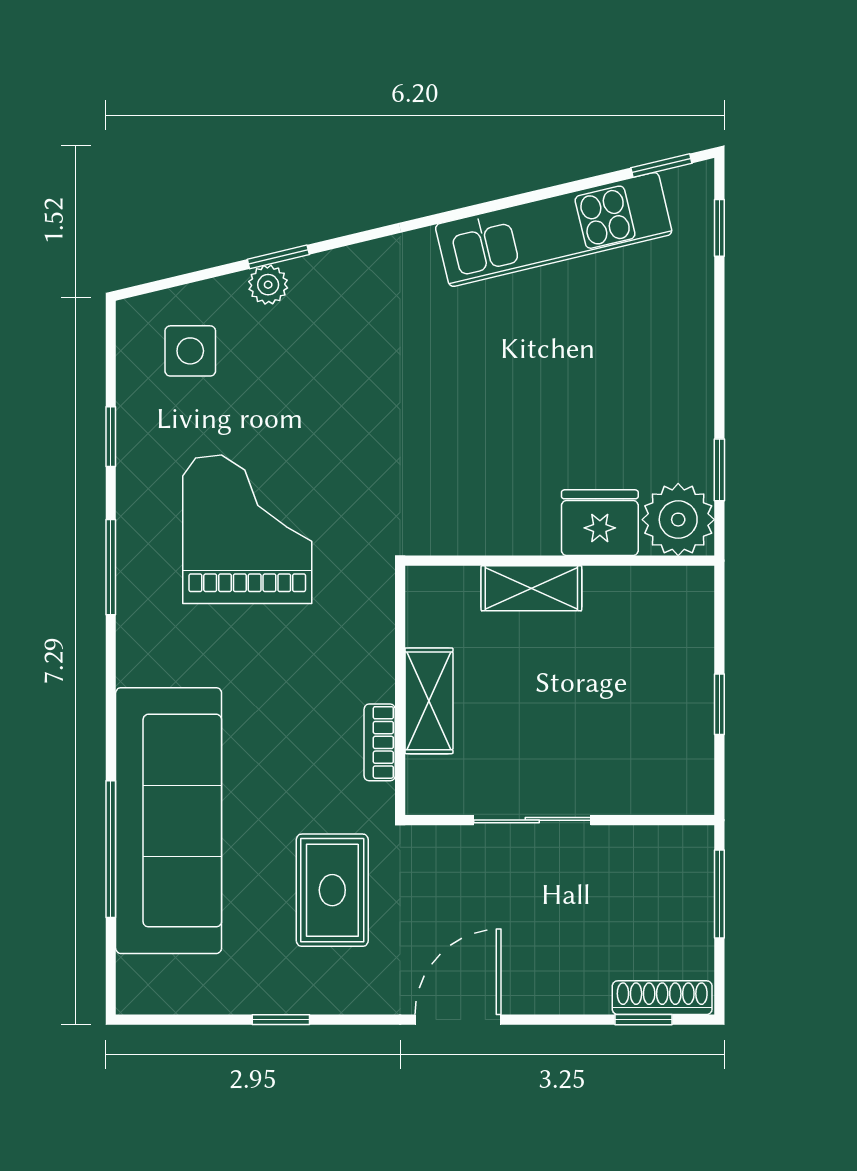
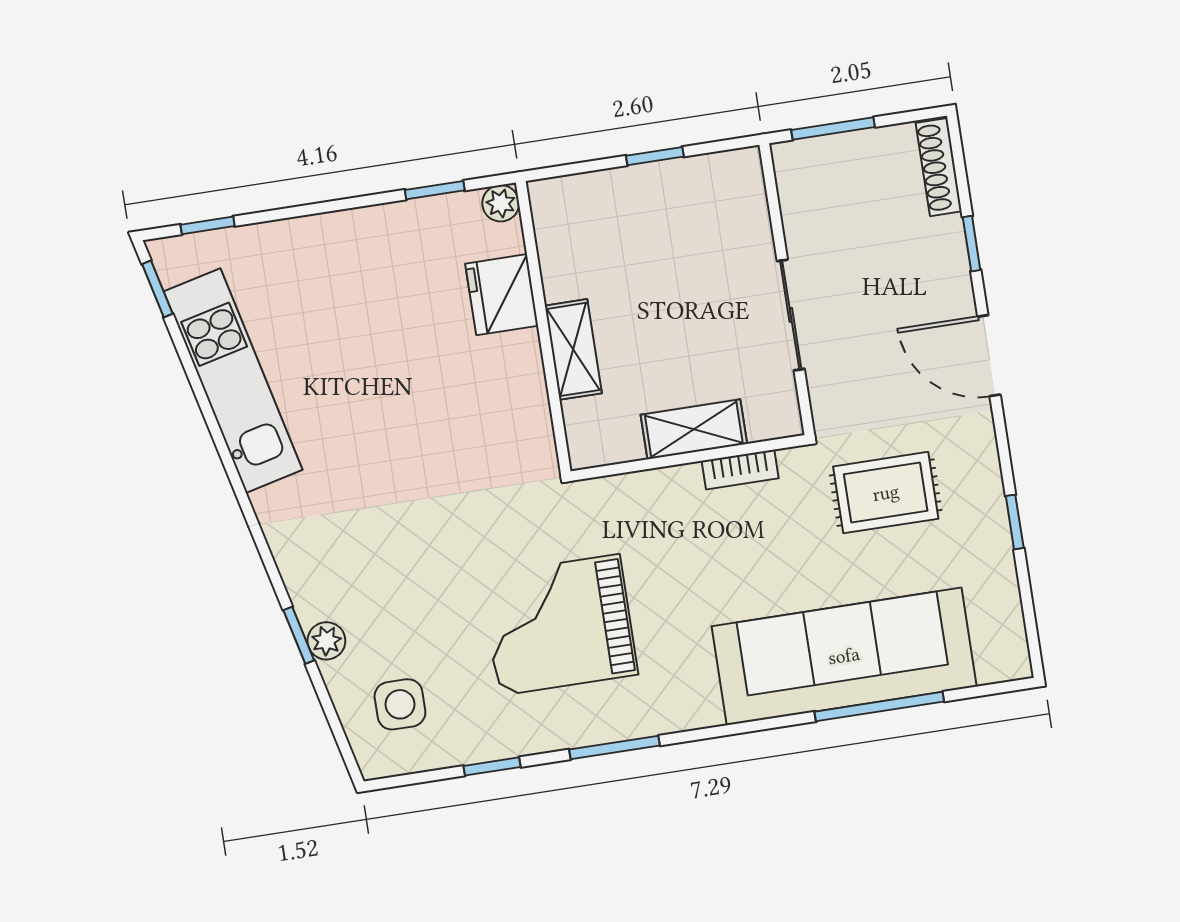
plant: (678, 520) -> (501, 203), width x0.53, depth x0.53
window: (644, 1020) -> (972, 244), moved

